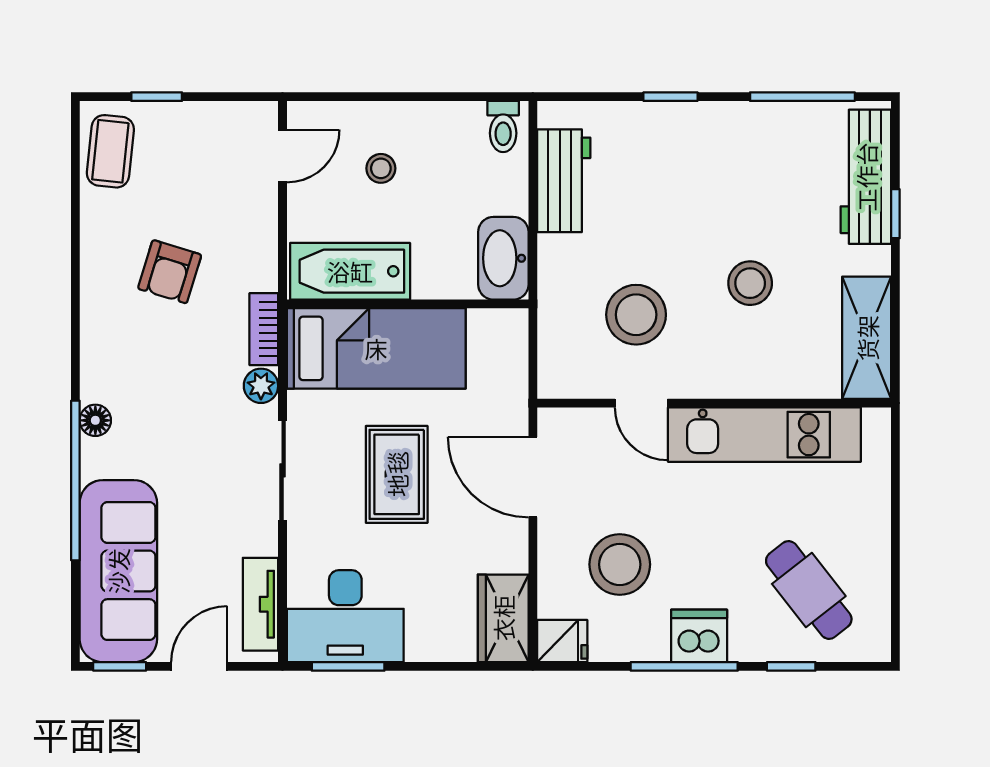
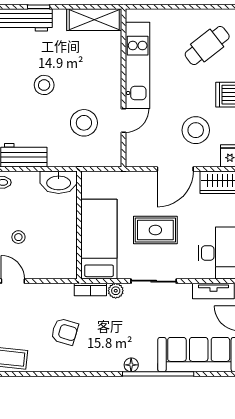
bathtub: (350, 271) -> (64, 251), removed
stool: (750, 283) -> (44, 85), moved
door: (533, 477) -> (175, 169), moved

